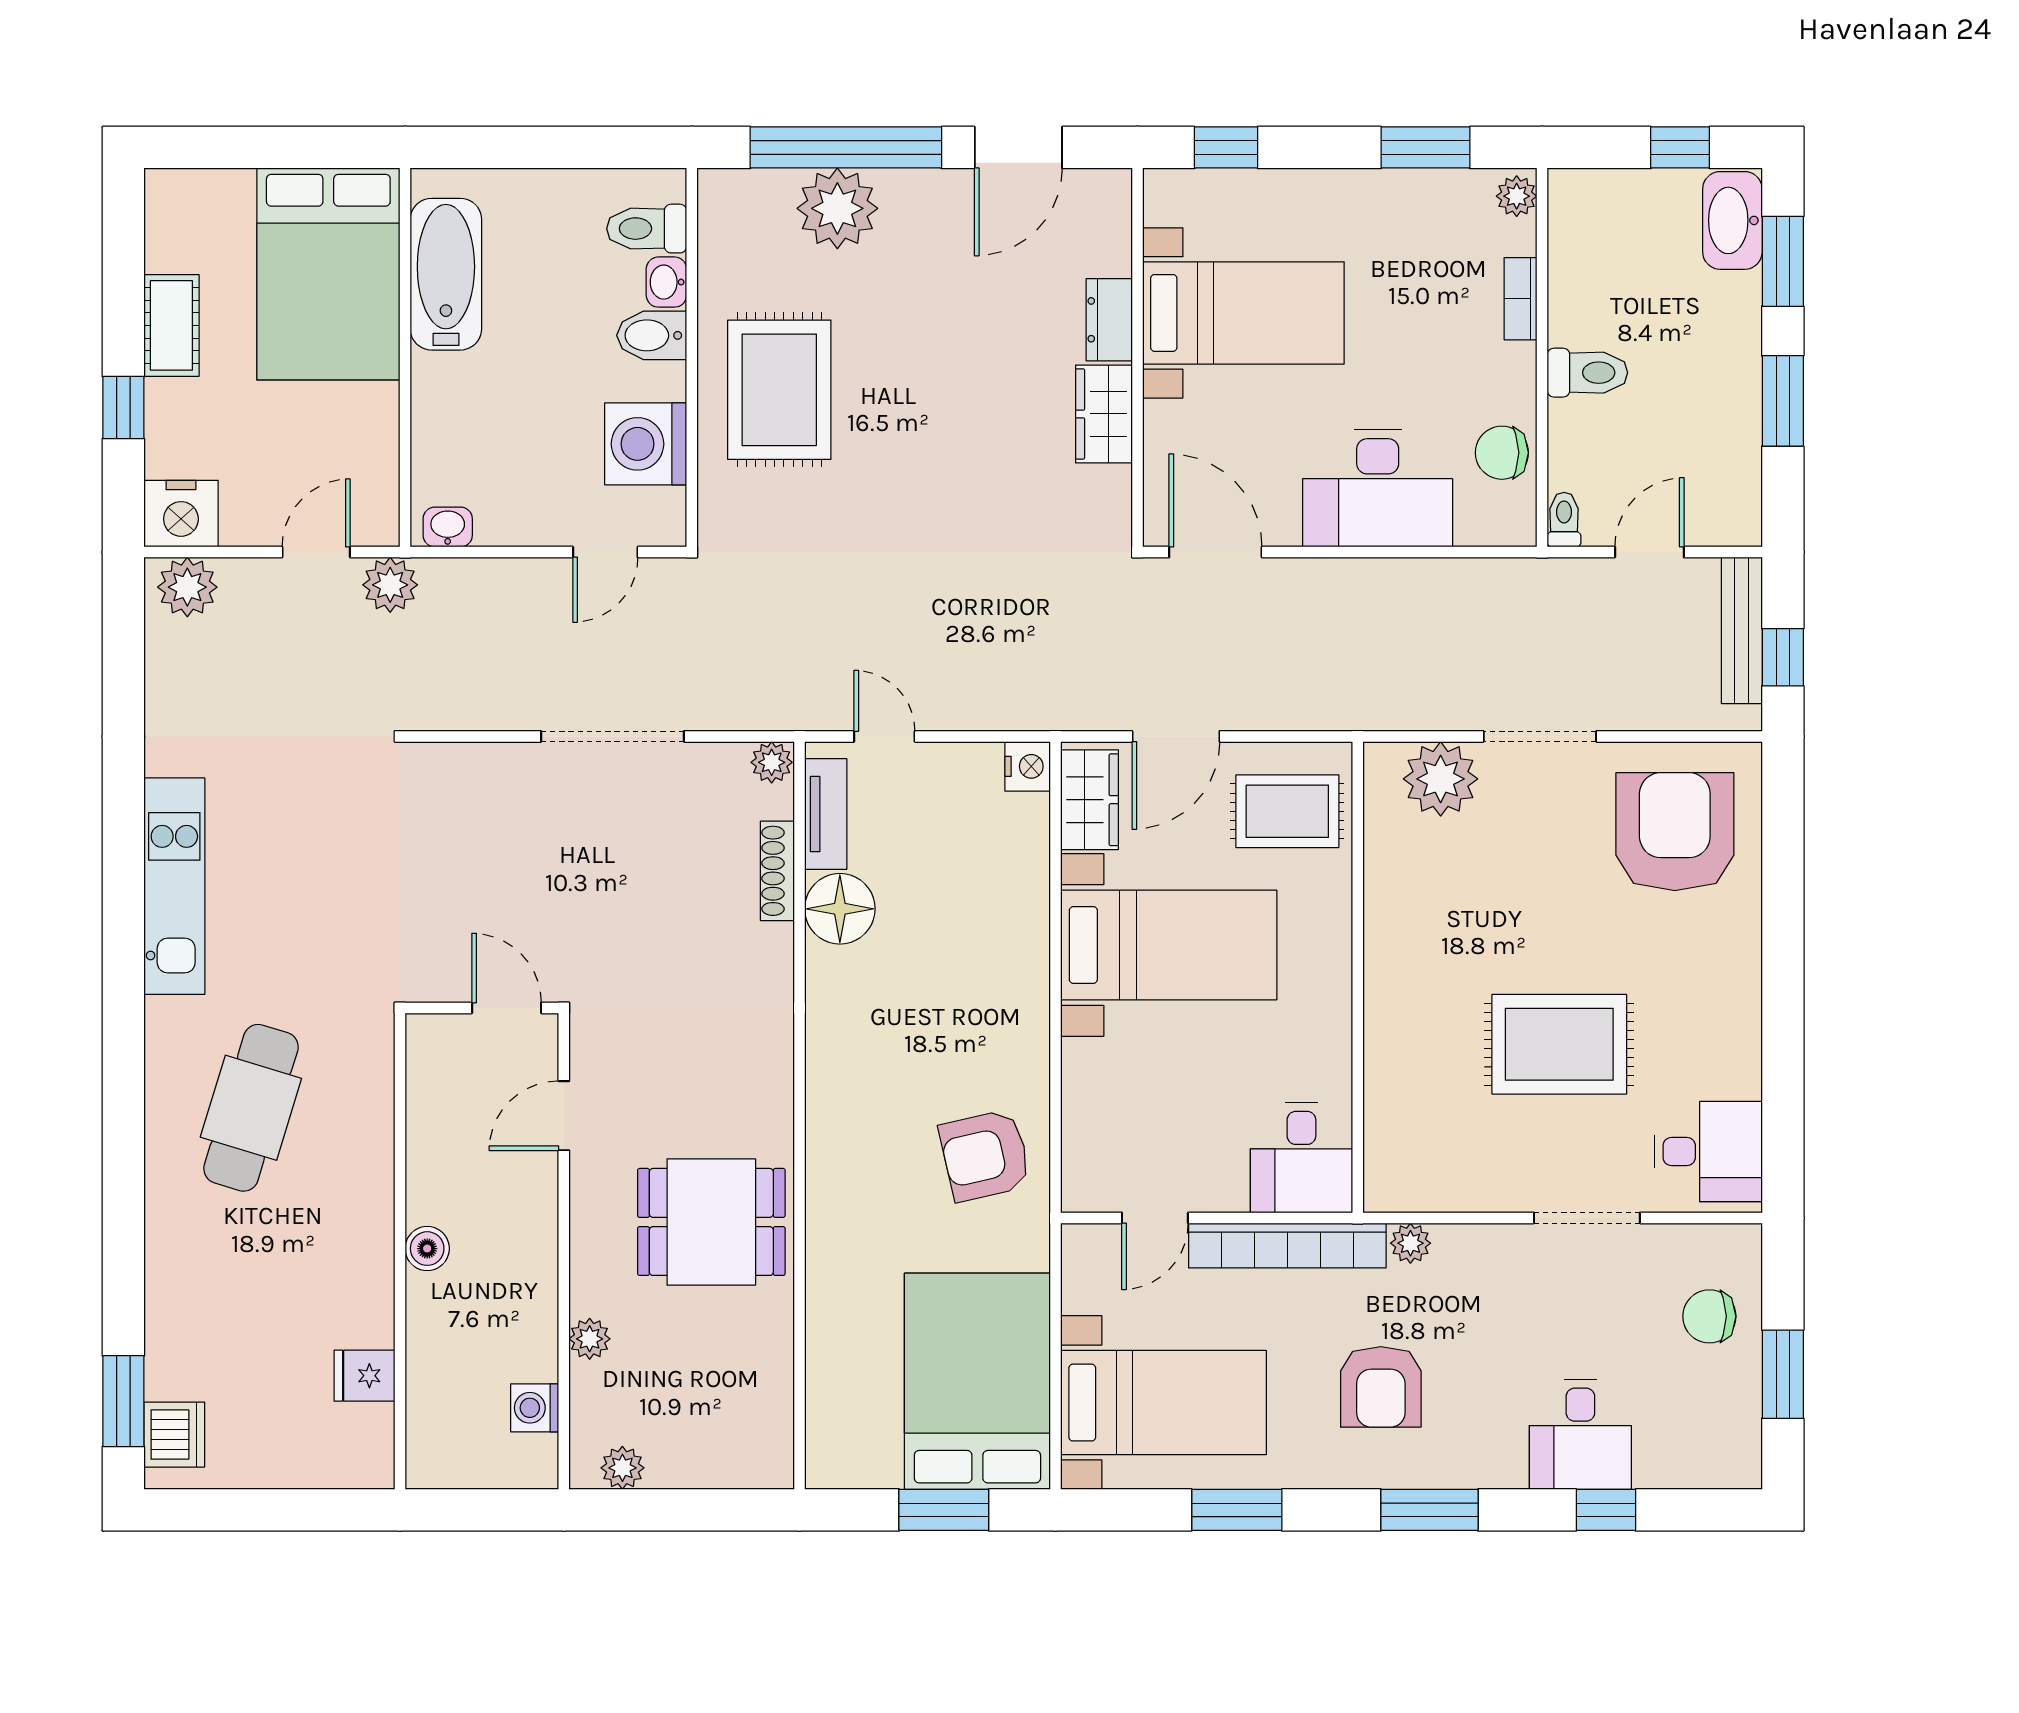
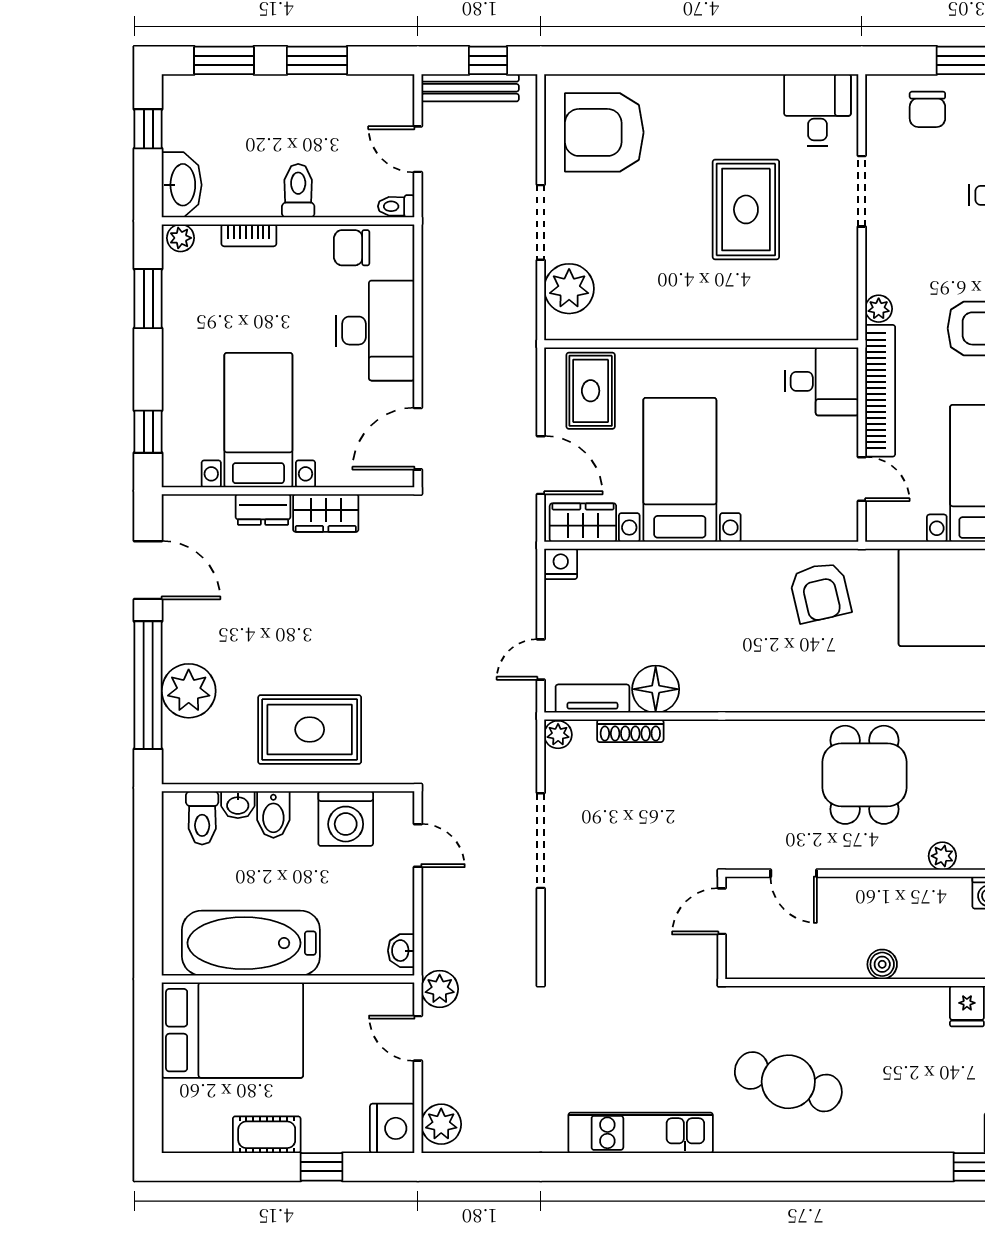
washbasin: (1732, 220) -> (182, 185), moved, turned -90
bathtub: (446, 274) -> (251, 943), width x1.36, depth x1.36
chair: (1502, 453) -> (352, 248), turned 90

